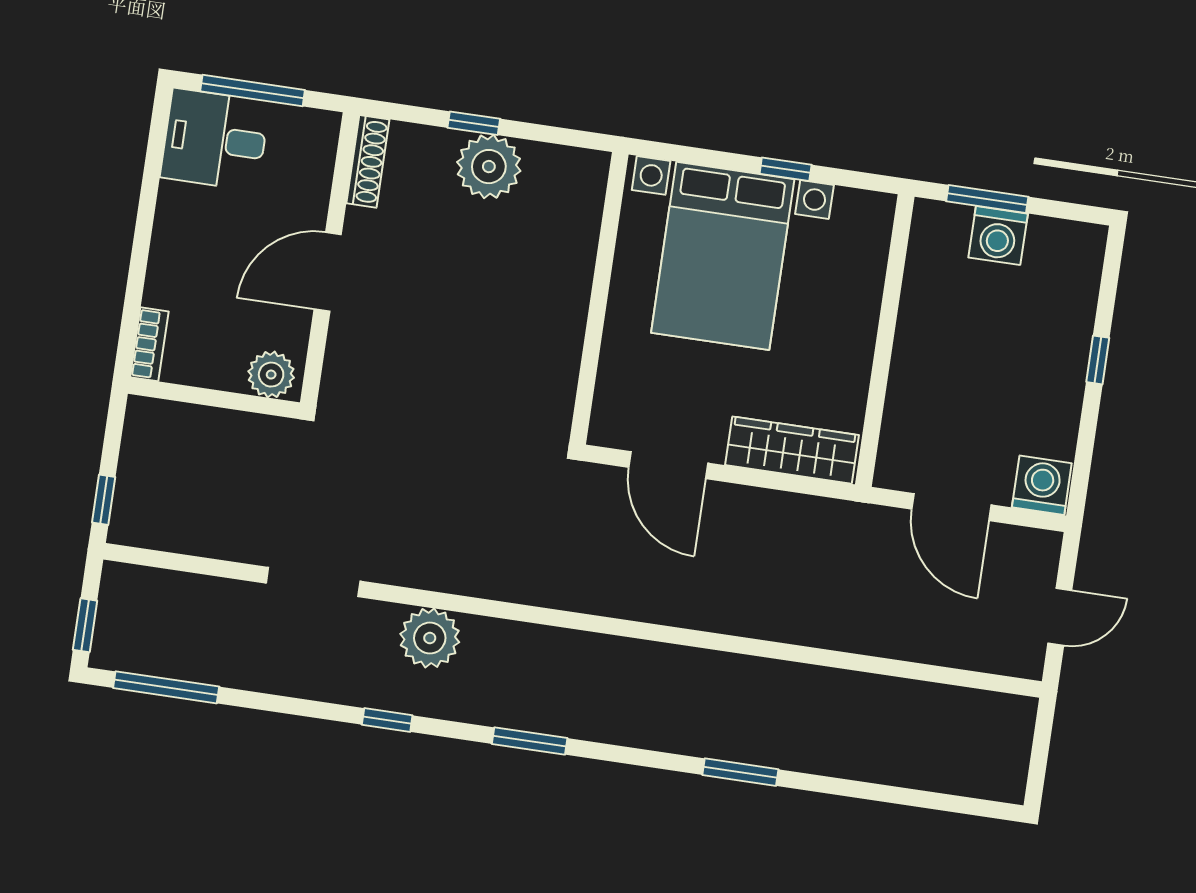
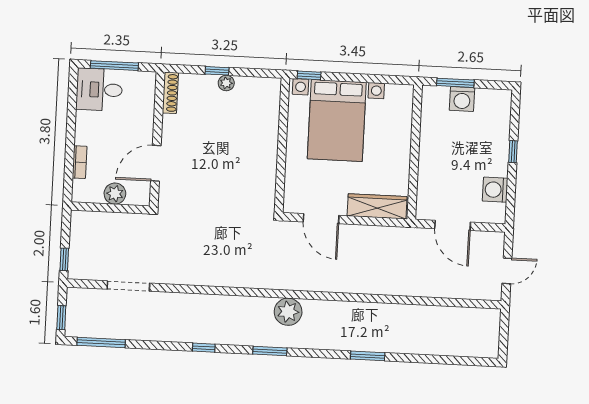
plant: (489, 167) -> (226, 83), width x0.53, depth x0.53
window: (786, 169) -> (309, 75), moved
door: (328, 272) -> (156, 163), moved
bookcase: (149, 344) -> (80, 162), moved
plant: (271, 375) -> (115, 194), moved
washing machine: (1042, 485) -> (495, 190), moved, turned -90
doorway: (313, 582) -> (128, 286), moved
plant: (430, 638) -> (288, 312), moved

